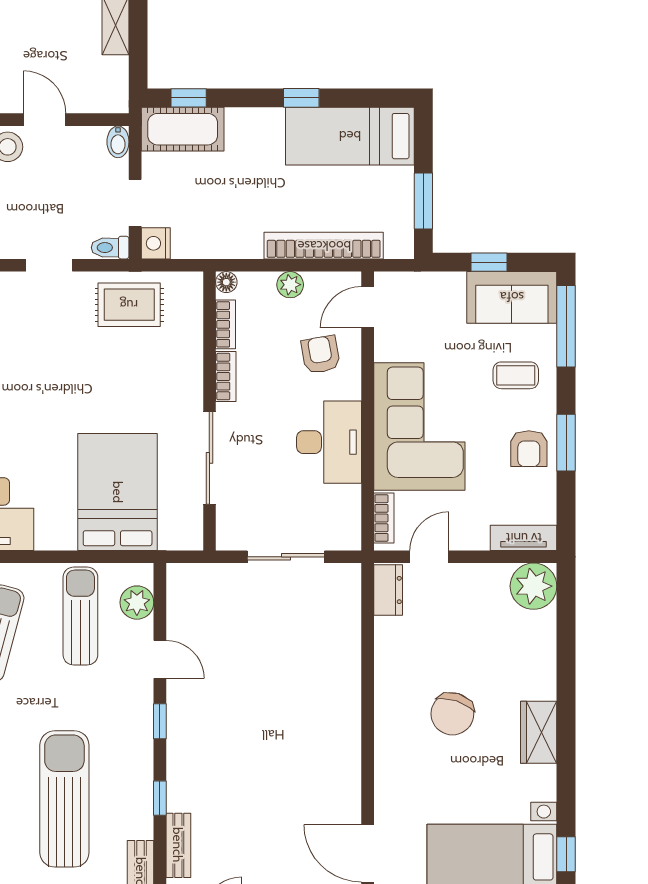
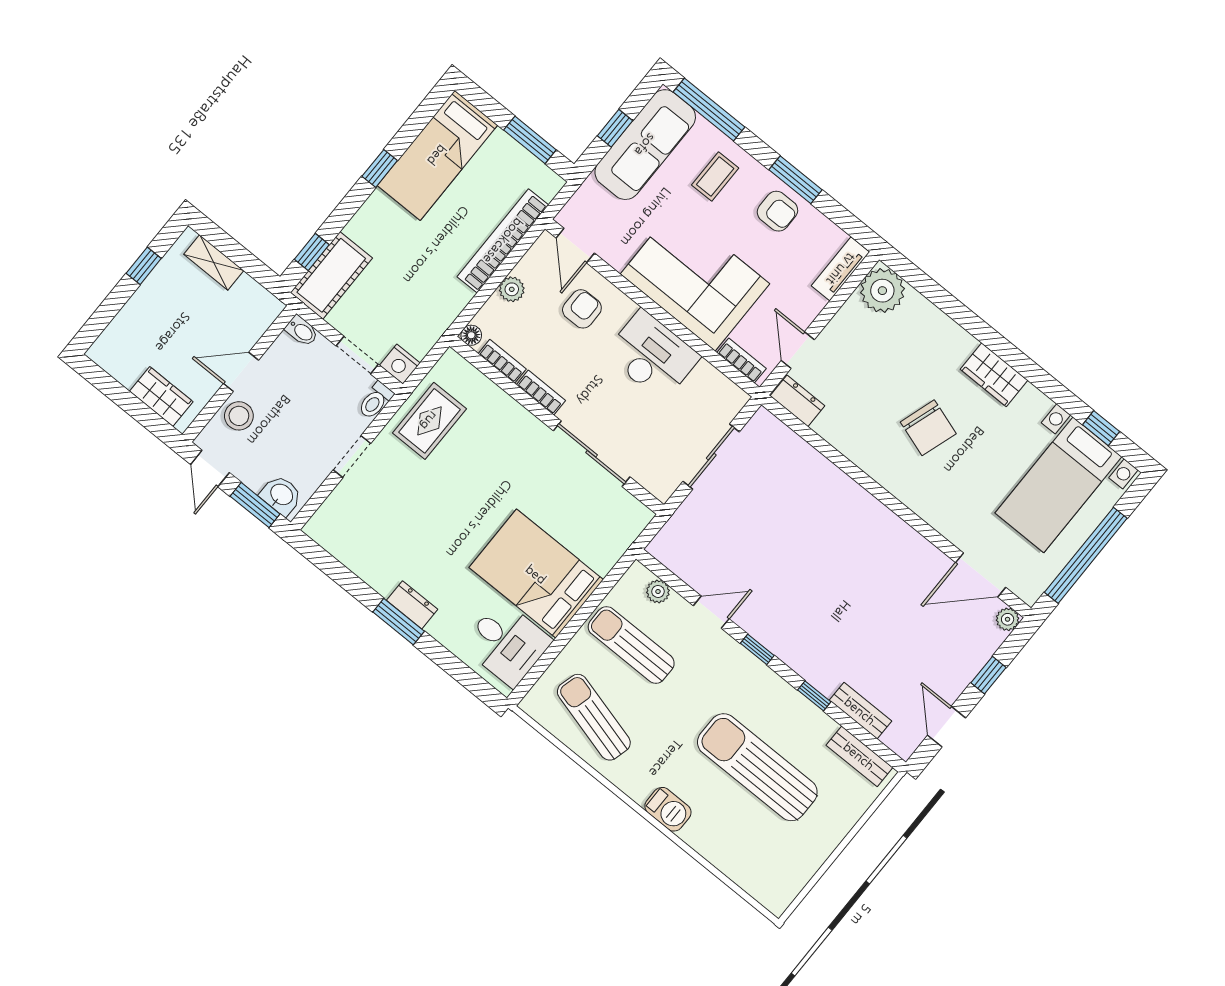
sofa: (512, 297) -> (645, 145), width x1.36
armchair: (321, 355) -> (582, 309), turned 100
bed: (118, 492) -> (536, 574), moved
plant: (137, 603) -> (658, 591), width x0.73, depth x0.73

